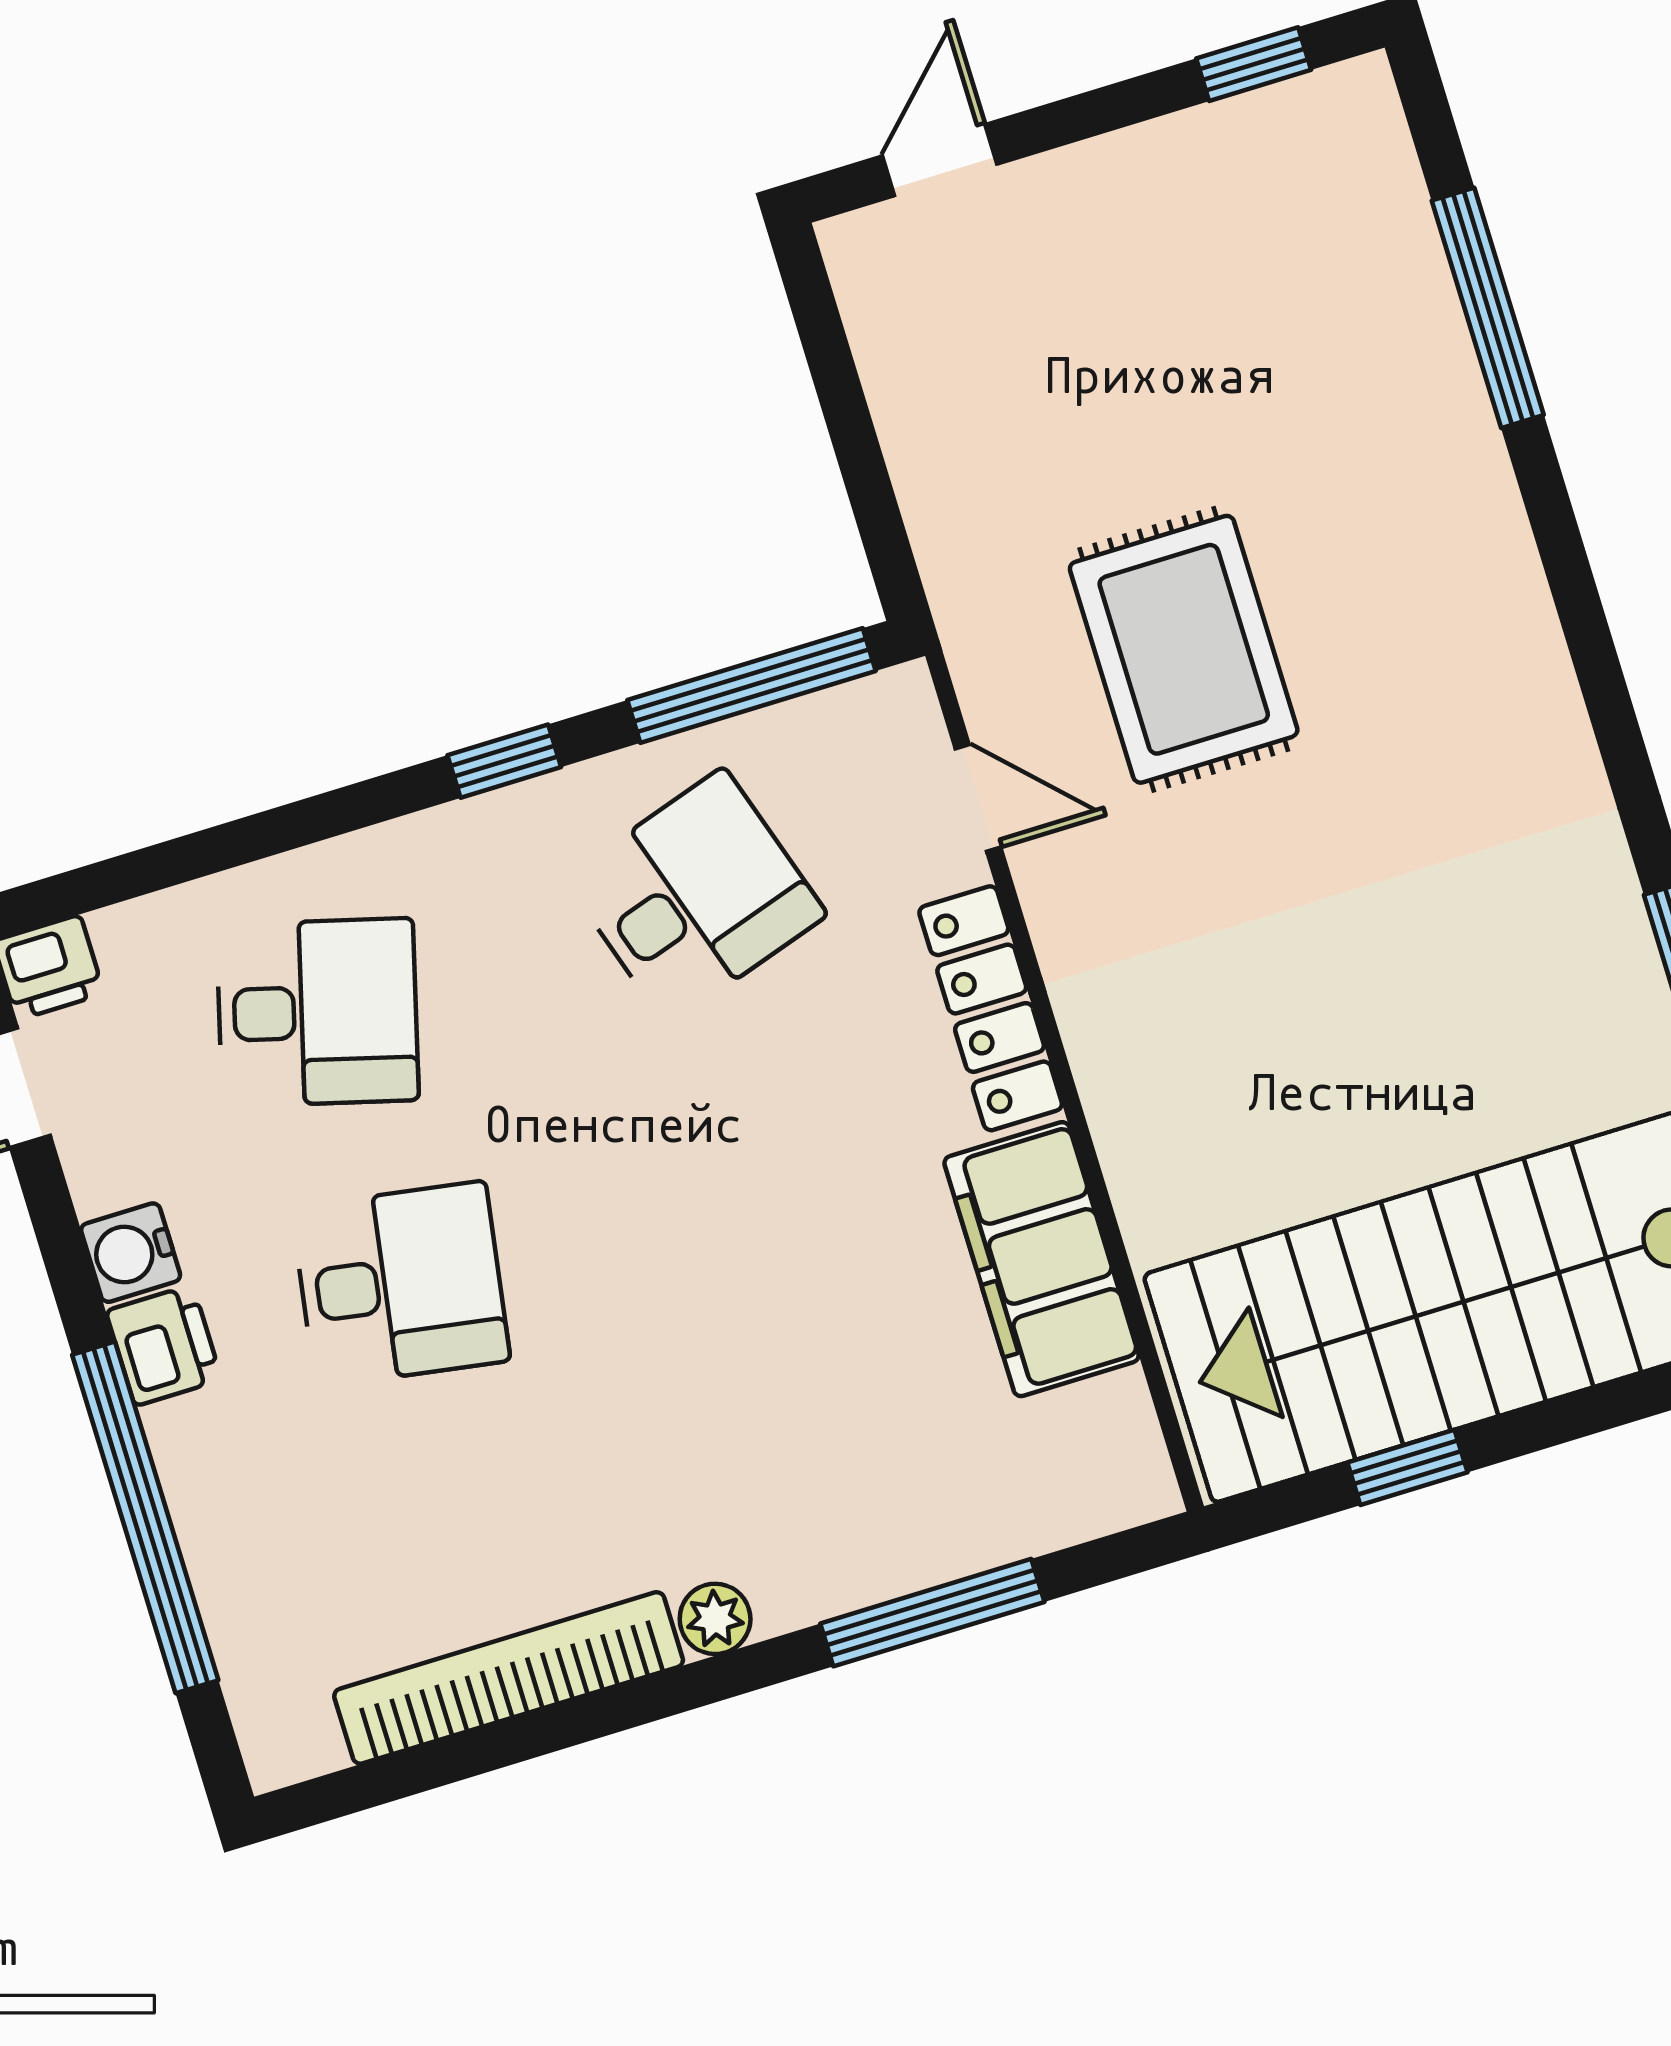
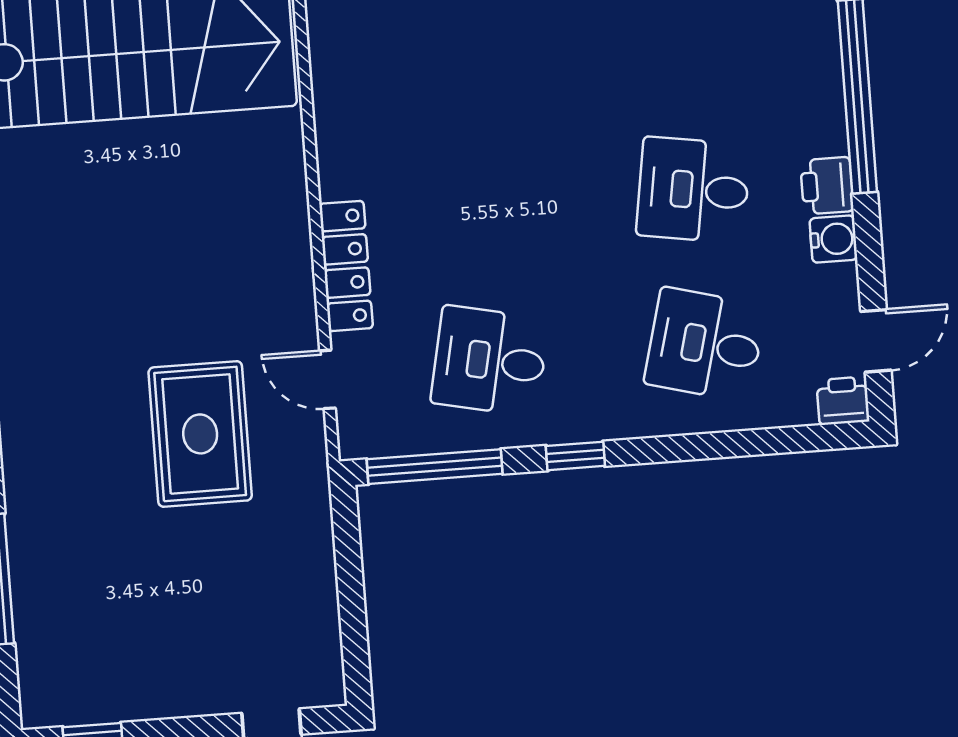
desk: (696, 897) -> (490, 361), turned 30
filing cabinet: (1042, 1259) -> (349, 126), removed

